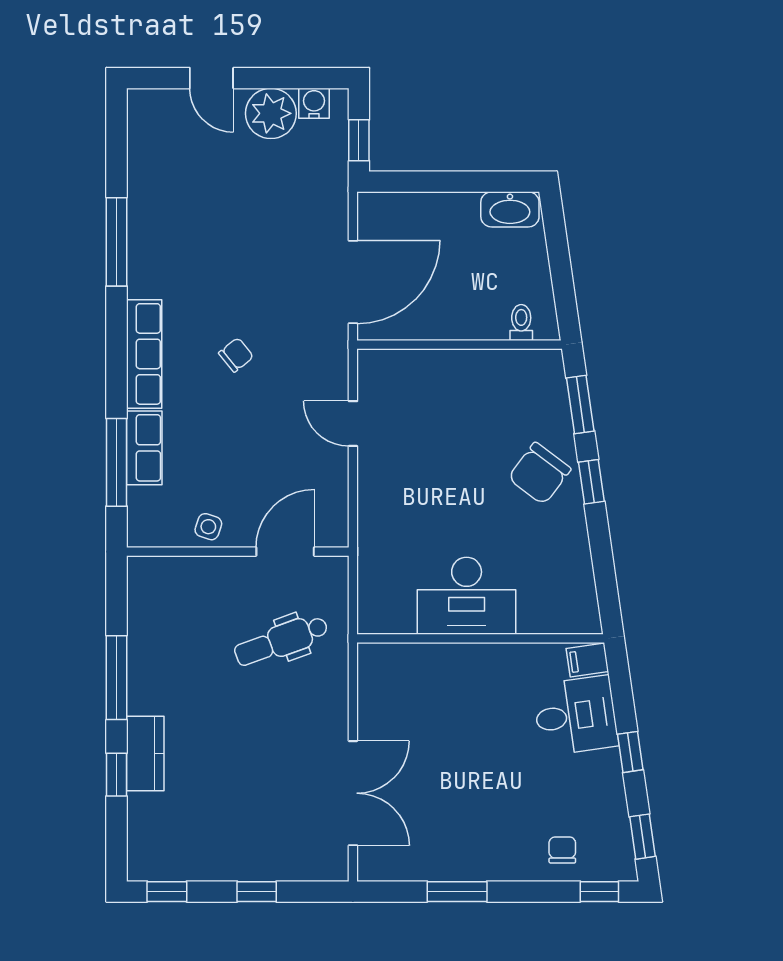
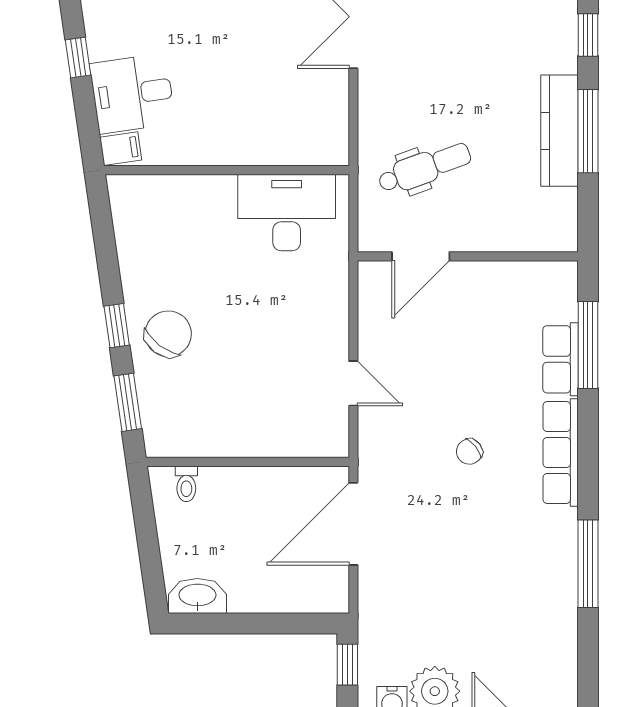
side table: (208, 527) -> (497, 281), removed
desk: (467, 596) -> (287, 212), moved
kitchen counter: (145, 753) -> (559, 131), moved, width x1.50

